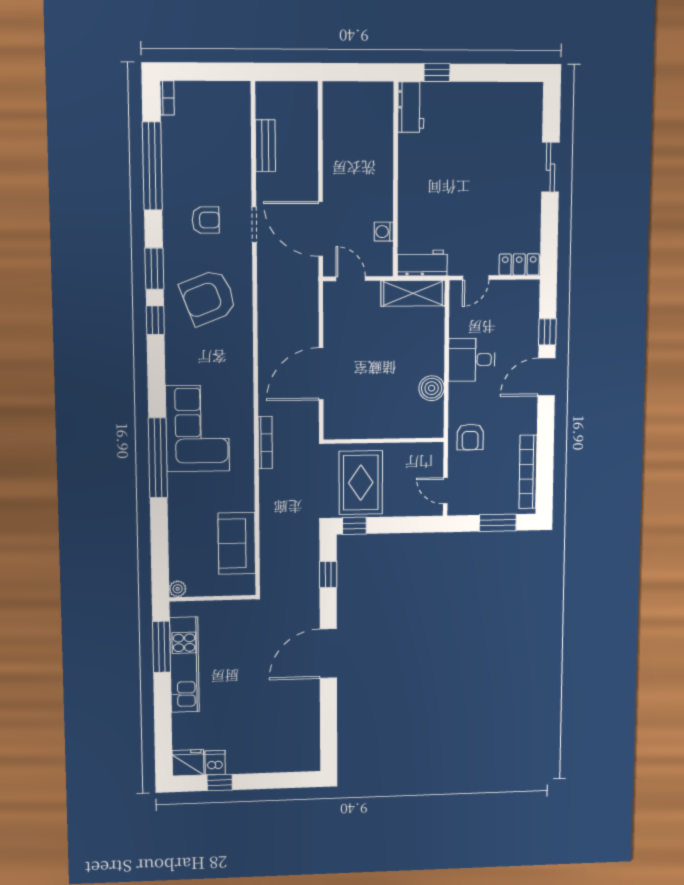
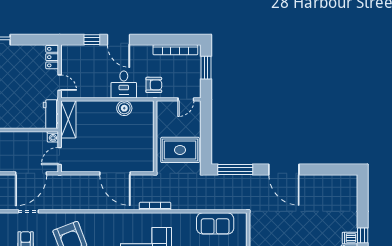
washing machine: (384, 232) -> (53, 137), moved
desk: (472, 360) -> (124, 85), moved
window: (354, 526) -> (206, 154), removed
window: (328, 574) -> (235, 169), width x2.17

